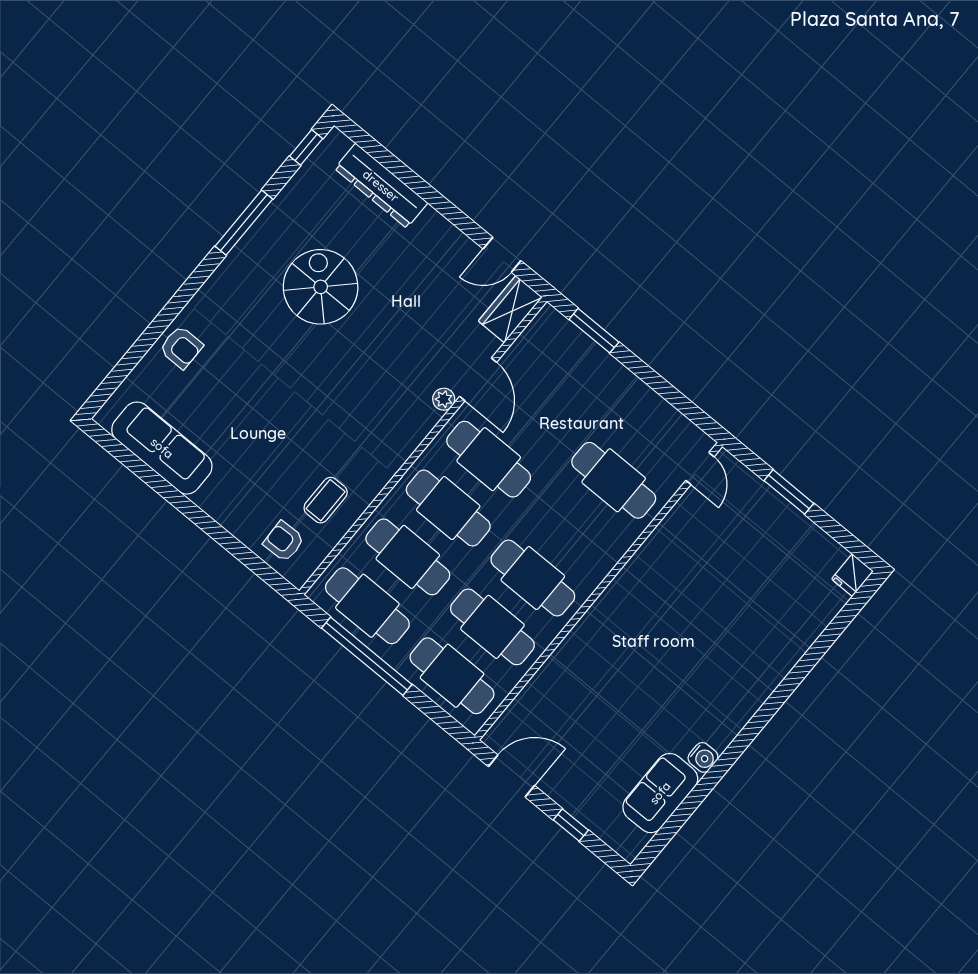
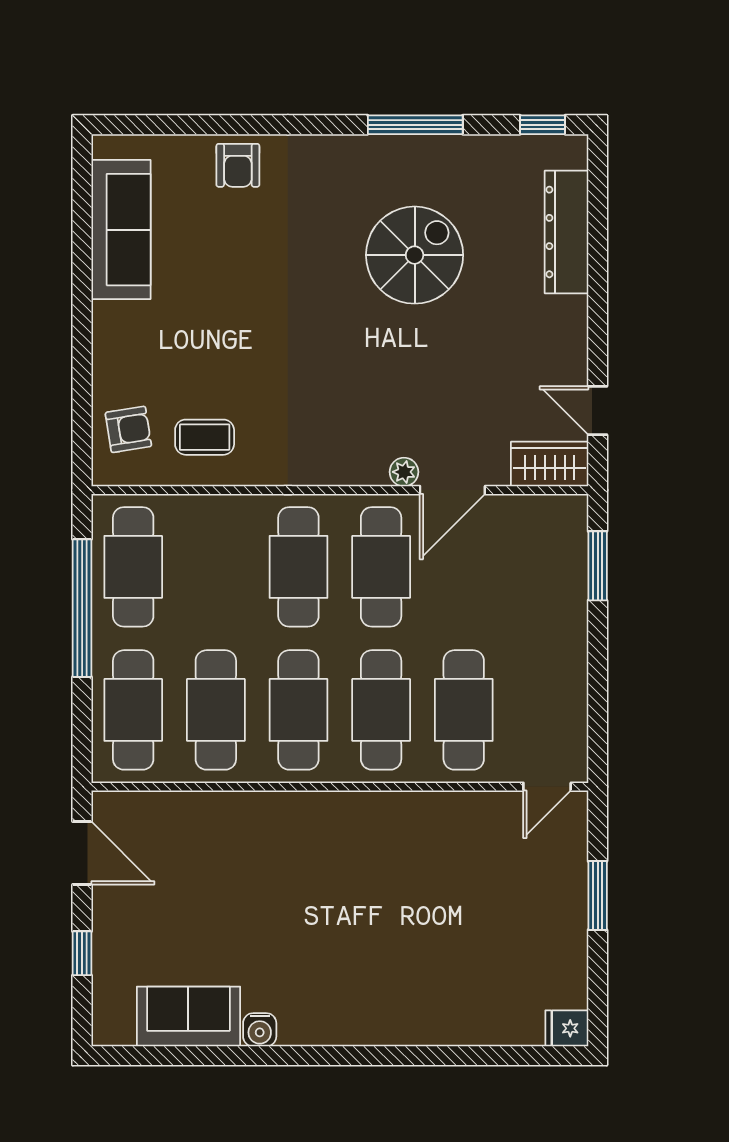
armchair: (284, 541) -> (128, 429), turned 83
cafe table: (408, 557) -> (381, 710), moved

